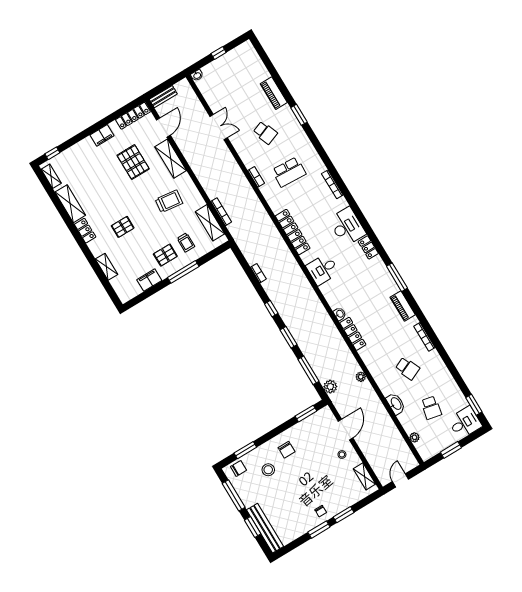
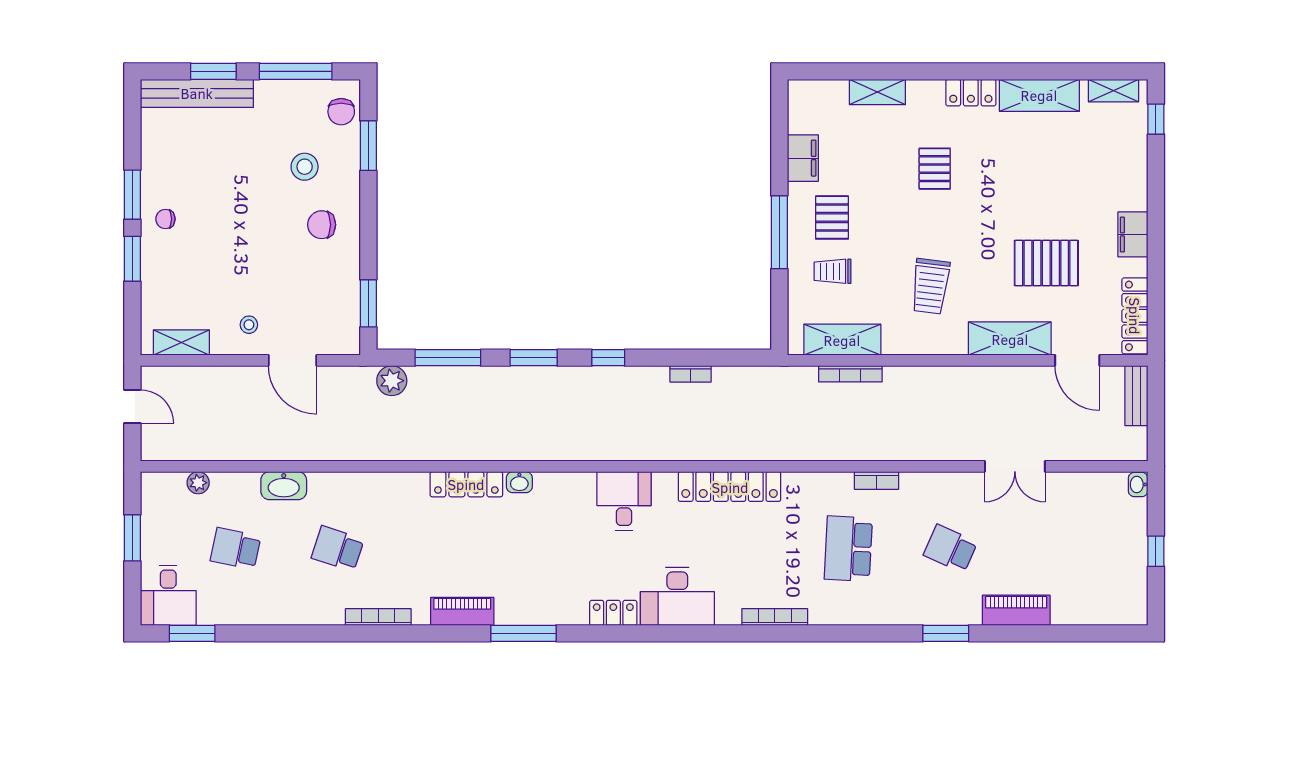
school desk: (265, 133) -> (950, 549), turned 45
school desk: (407, 368) -> (338, 549), turned 42
plant: (361, 377) -> (375, 450), removed

